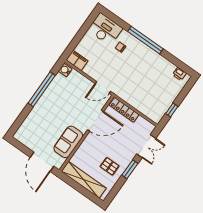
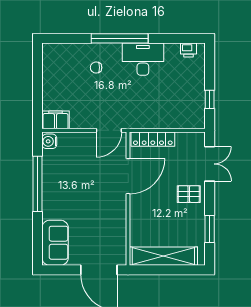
desk: (105, 29) -> (143, 59), moved
sofa: (68, 142) -> (55, 243), moved, turned 180
pallet: (110, 166) -> (189, 194), moved
window: (130, 169) -> (210, 229), moved

